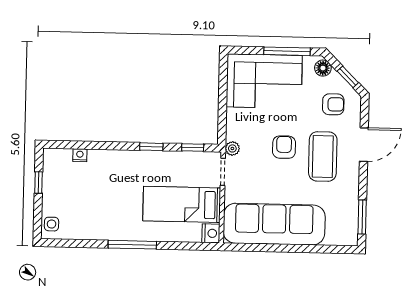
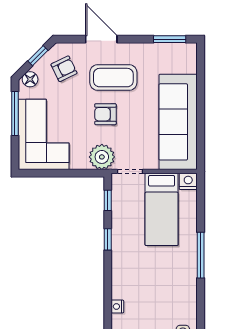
armchair: (333, 104) -> (64, 69), turned 64
plant: (232, 148) -> (102, 157), width x1.87, depth x1.87

